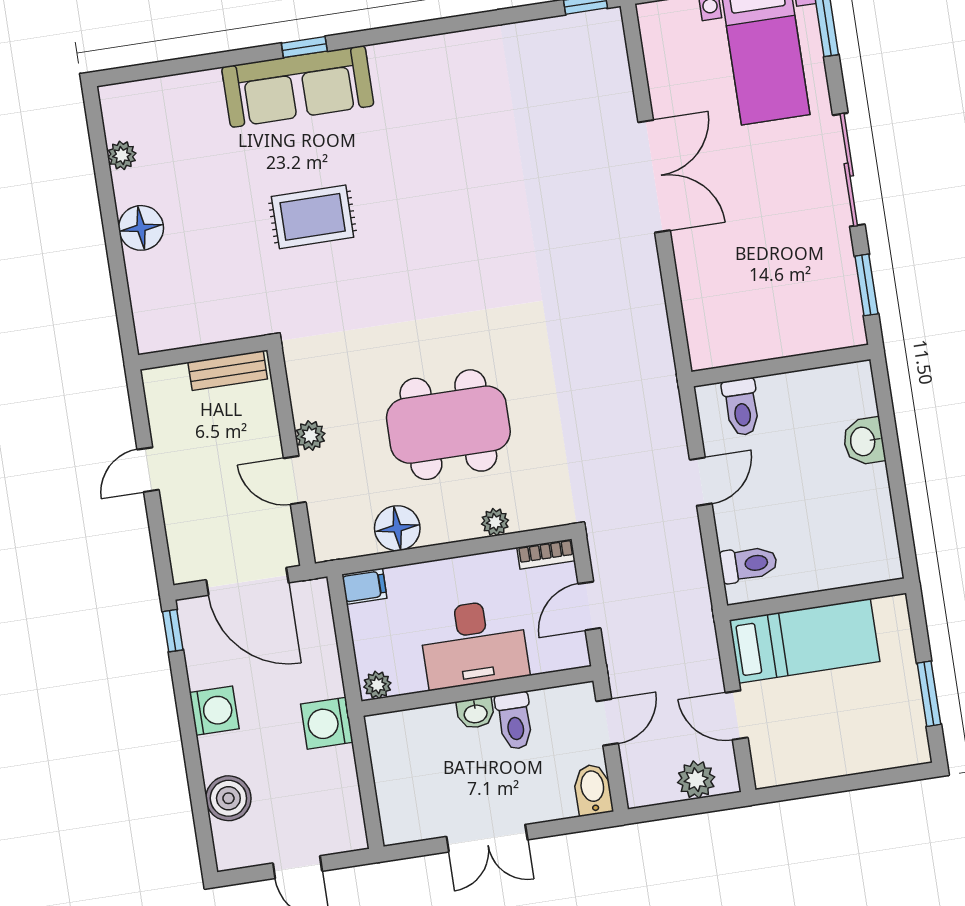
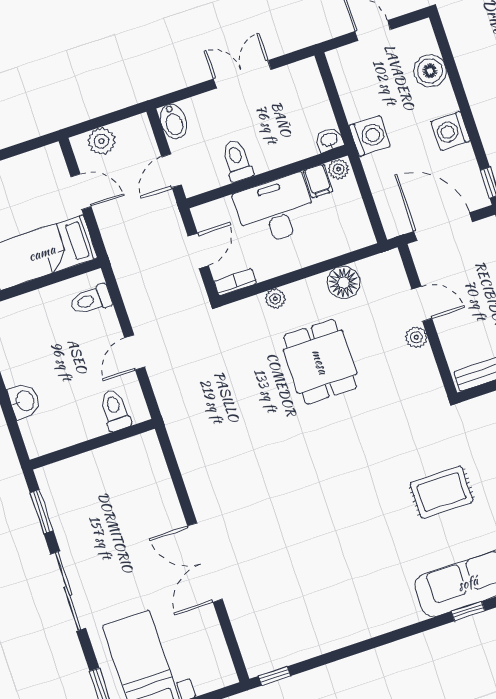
dining table: (448, 425) -> (320, 362), width x0.73
filing cabinet: (364, 586) -> (318, 181), moved, turned -90
washbasin: (475, 713) -> (329, 140), moved

